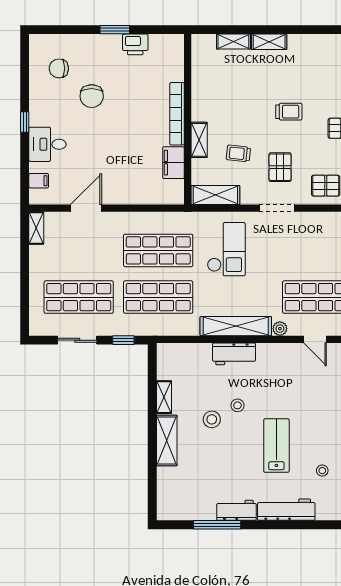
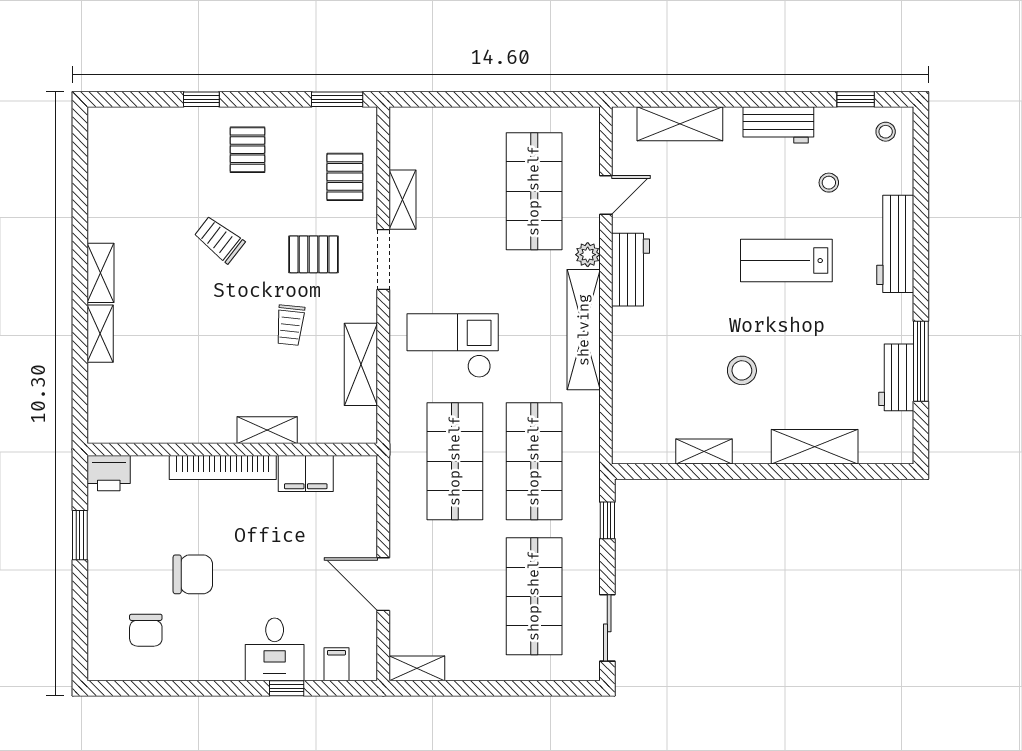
printer: (135, 44) -> (109, 473), moved, turned 90
trolley: (289, 112) -> (219, 239), turned -52
bookcase: (177, 114) -> (223, 467), moved
wall: (188, 119) -> (232, 449), moved
window: (25, 122) -> (287, 688), moved
shelving: (199, 140) -> (267, 430), moved
filing cabinet: (173, 163) -> (306, 474), moved
shelving: (312, 220) -> (402, 200), added
sliding door: (77, 340) -> (607, 628), moved
workbench: (234, 354) -> (631, 270), moved
stool: (237, 405) -> (718, 327), removed
shelving: (167, 440) -> (815, 447), moved
workbench: (236, 510) -> (896, 377), moved

